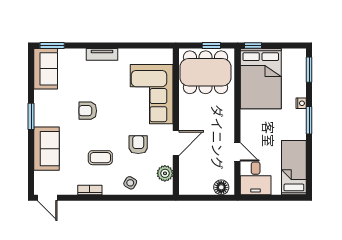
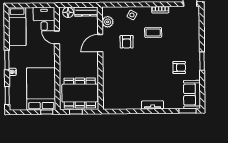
corner sofa: (152, 94) -> (117, 77), removed
armchair: (88, 111) -> (179, 67), moved
sofa: (47, 149) -> (191, 38), removed
dresser: (196, 188) -> (86, 12), added

